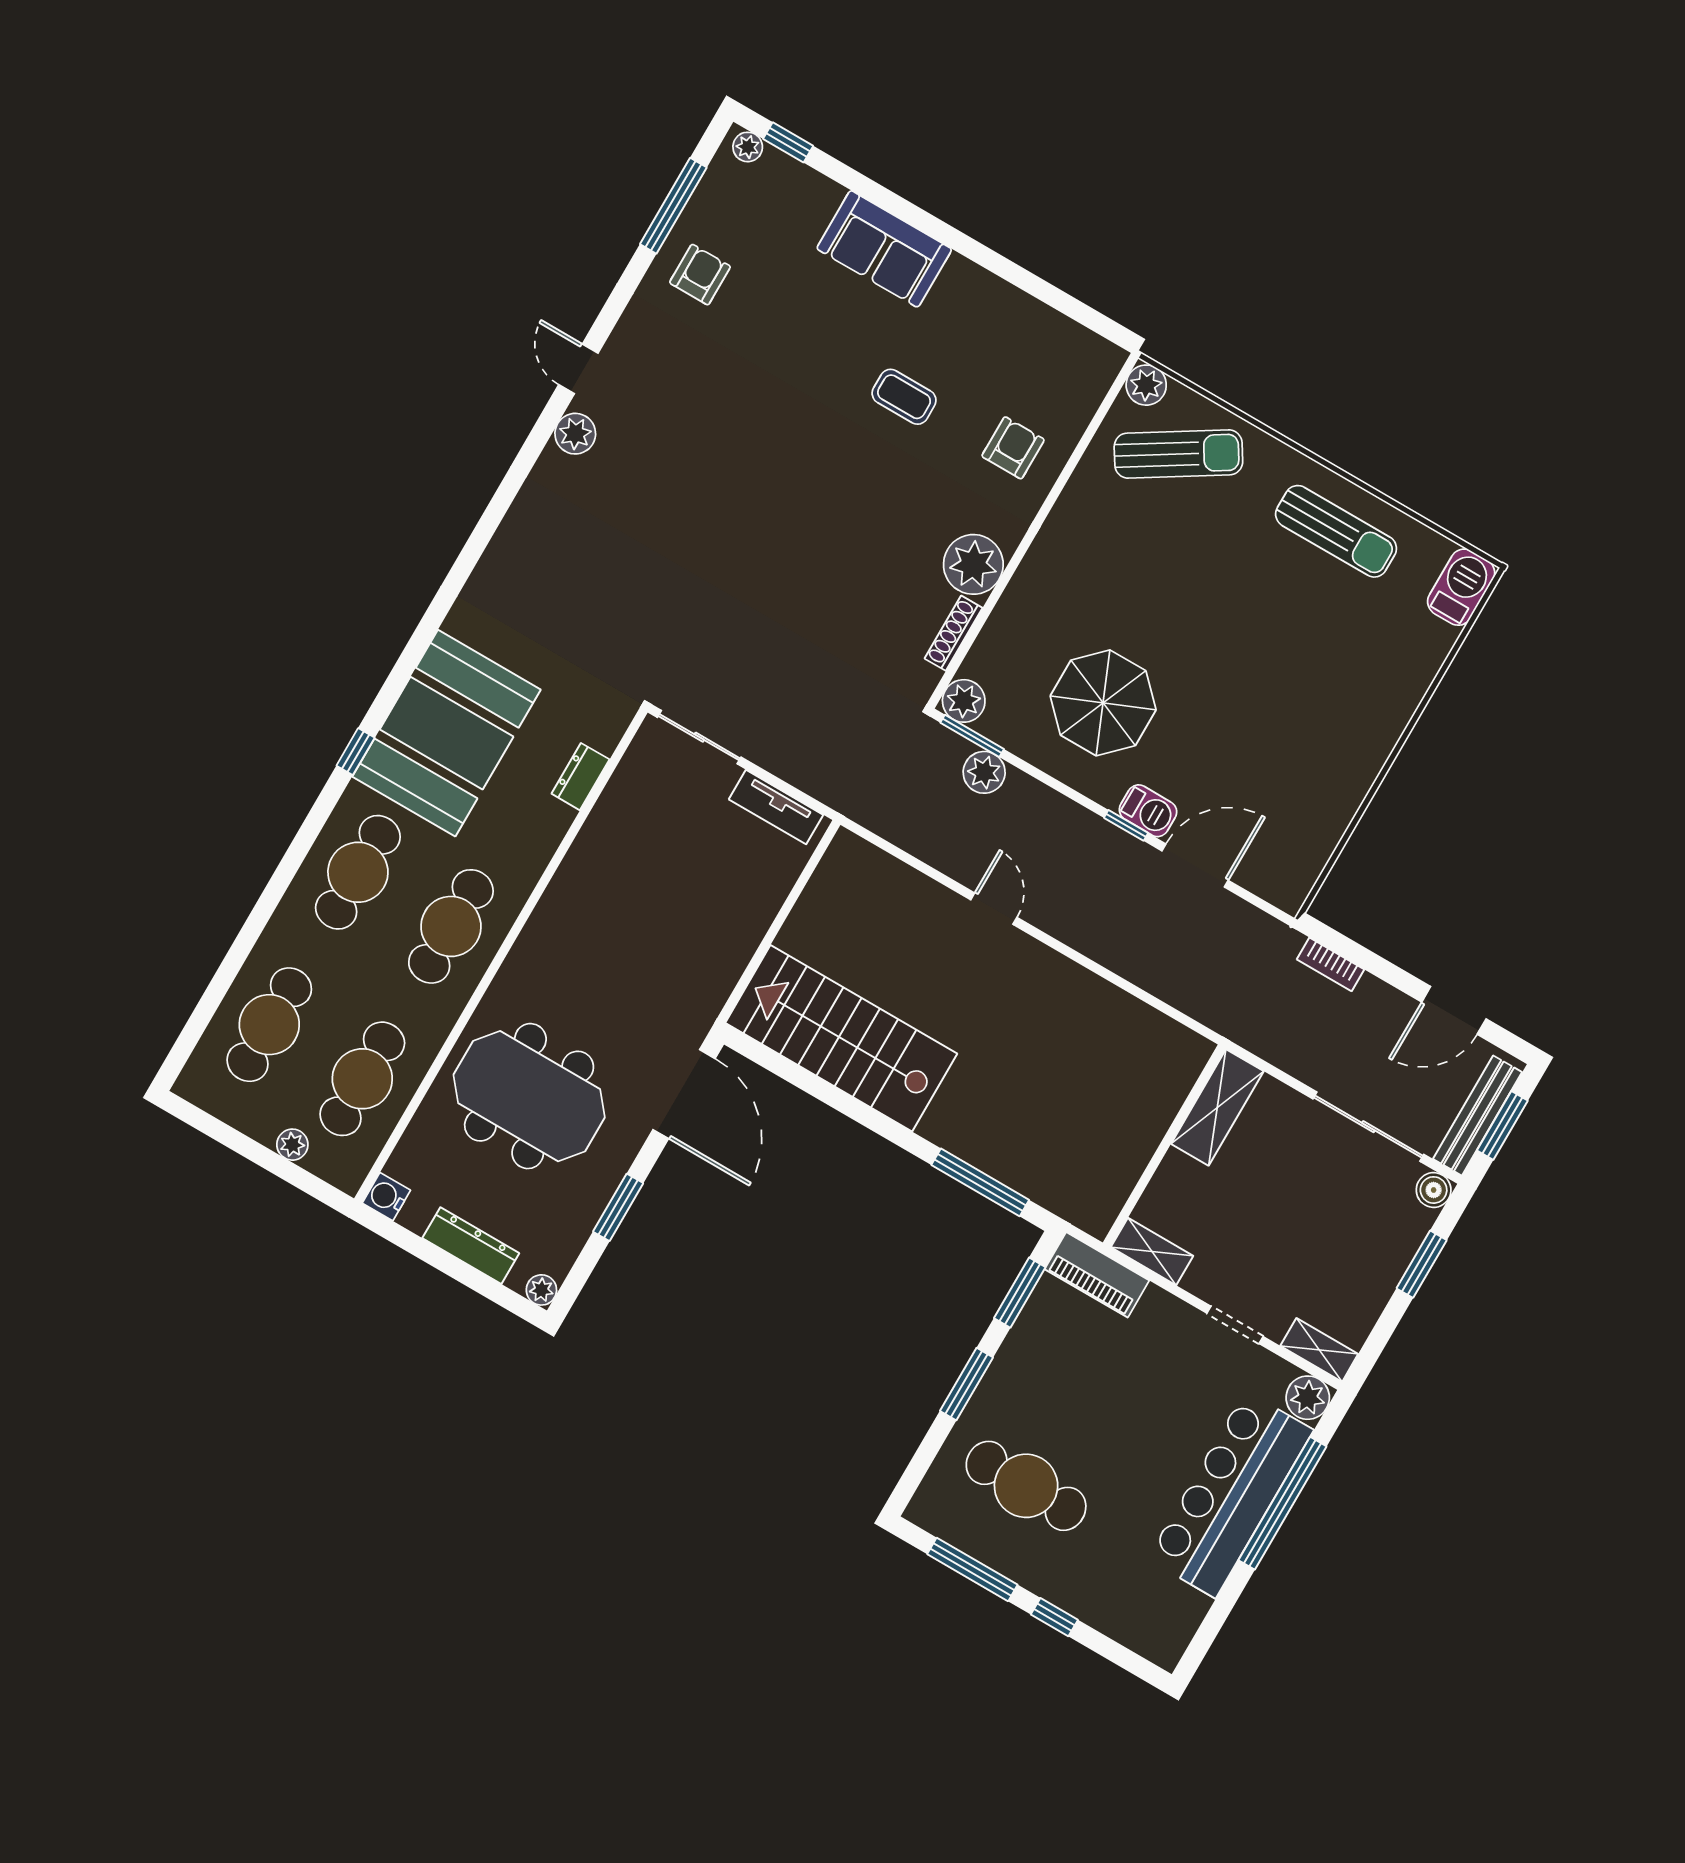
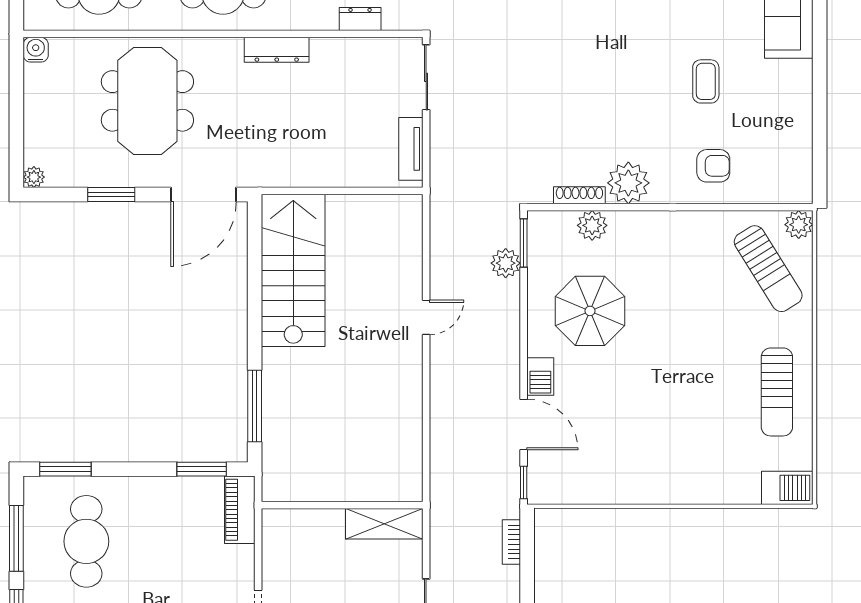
plant: (964, 701) -> (592, 225), moved
window: (1126, 825) -> (524, 483), moved
dresser: (471, 1246) -> (277, 50), moved, turned 90
shelving: (1152, 1252) -> (274, 535), removed
window: (967, 1384) -> (65, 469), moved

